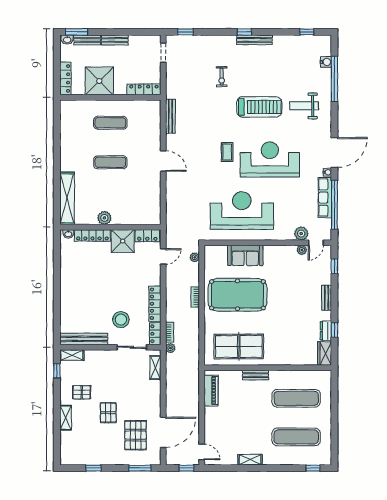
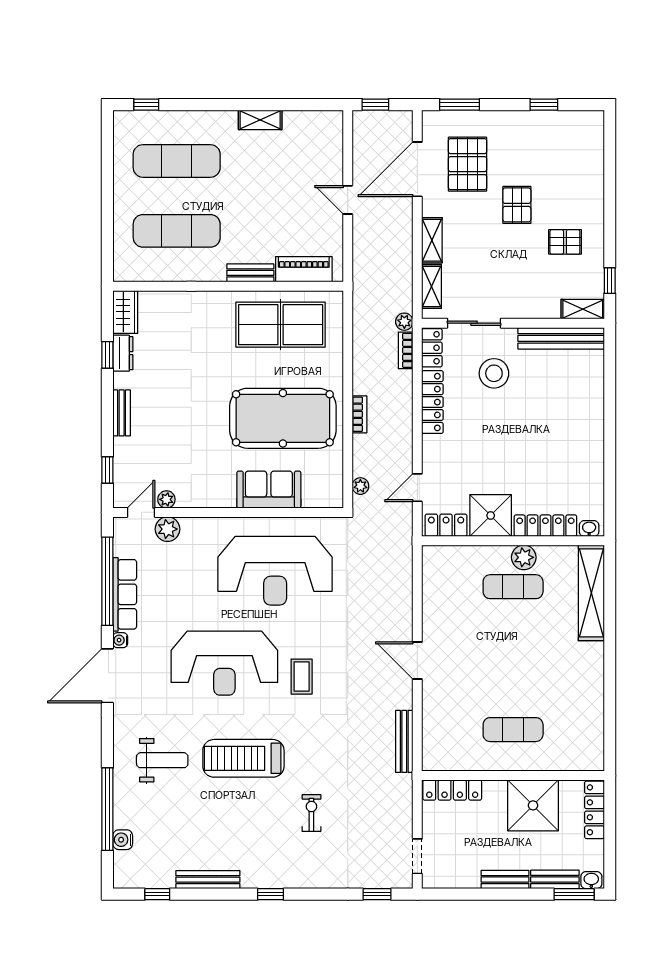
bench: (254, 40) -> (208, 880), moved
exercise mat: (110, 162) -> (513, 587), moved
piano: (211, 391) -> (304, 269), moved, turned 90
shelving: (66, 418) -> (432, 240), moved
door: (202, 452) -> (348, 200), moved

